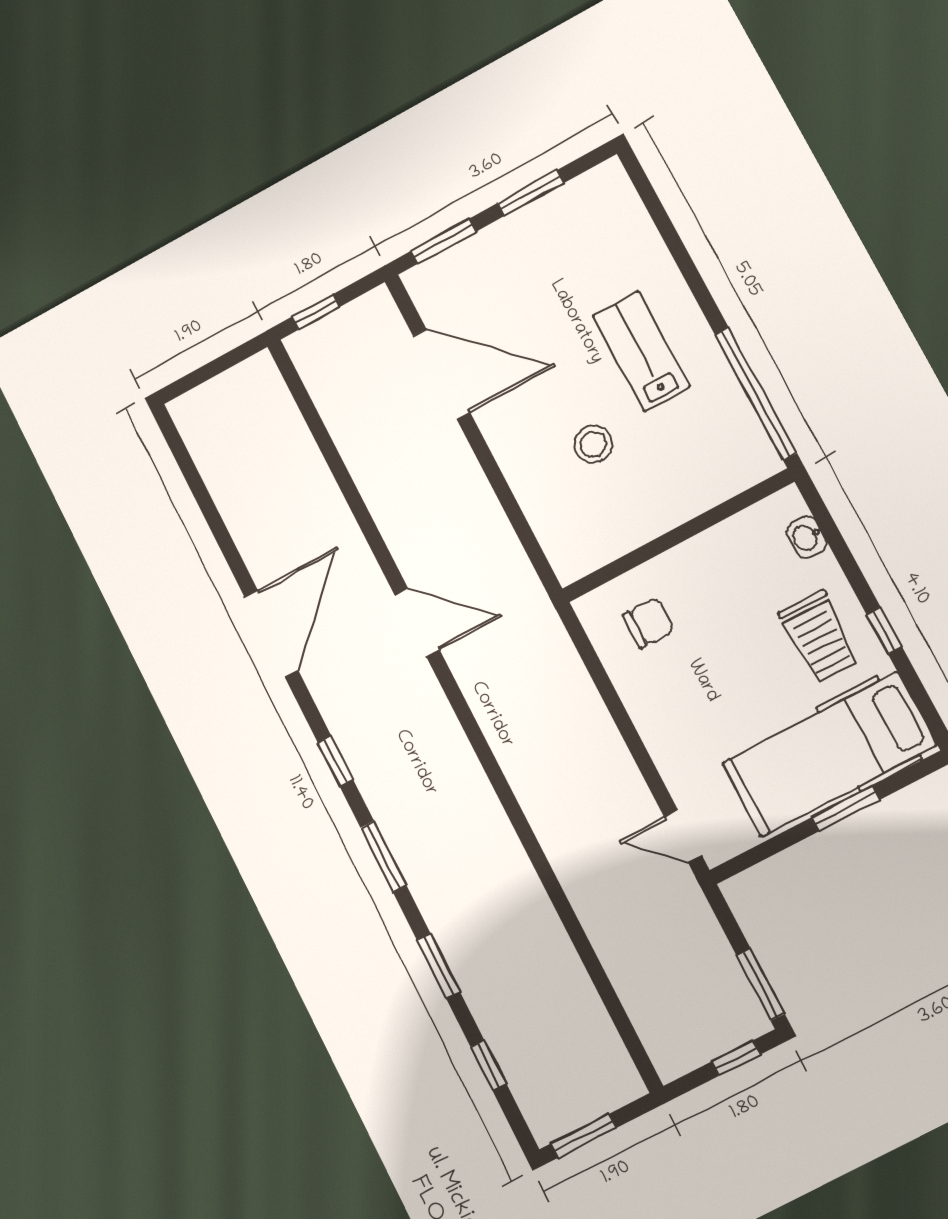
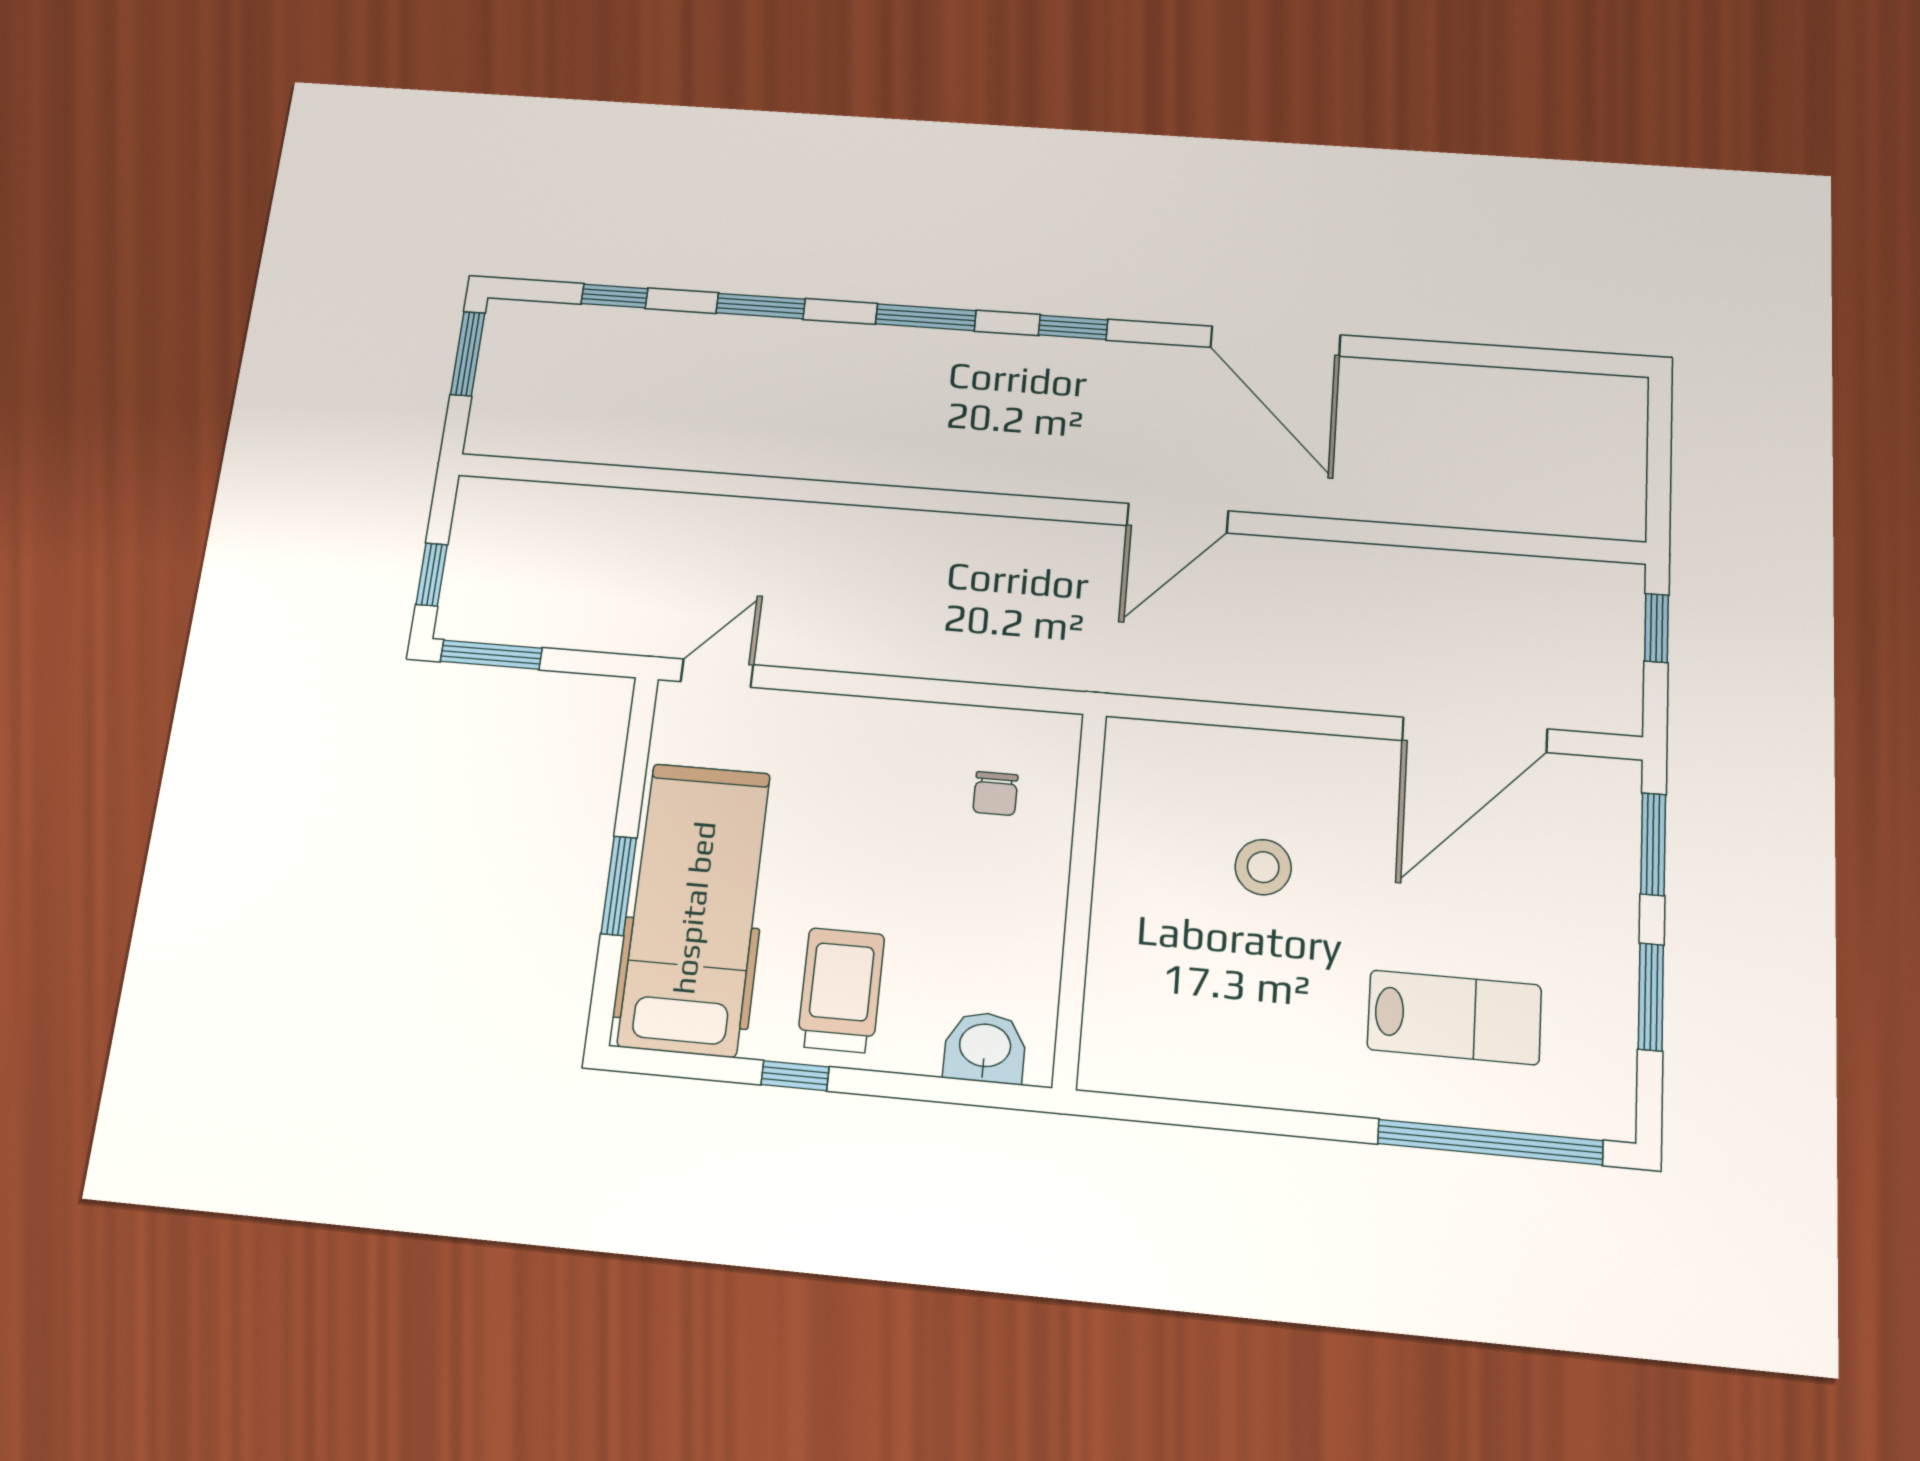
lab bench: (641, 351) -> (1454, 1017), moved
window: (756, 394) -> (1490, 1142), moved
washbasin: (807, 537) -> (985, 1047), width x1.38, depth x1.45
chair: (649, 623) -> (995, 794), width x0.73, depth x0.73
trolley: (819, 637) -> (841, 990), turned 89

